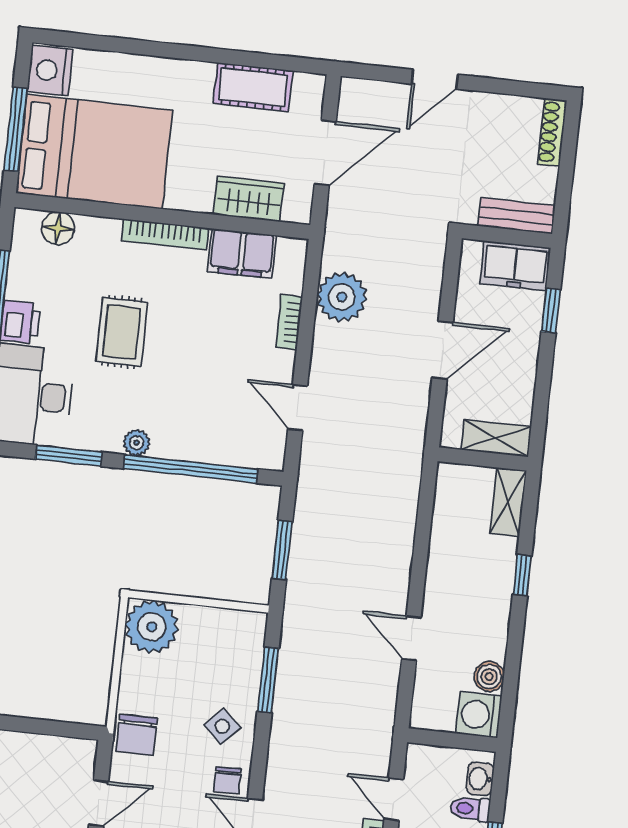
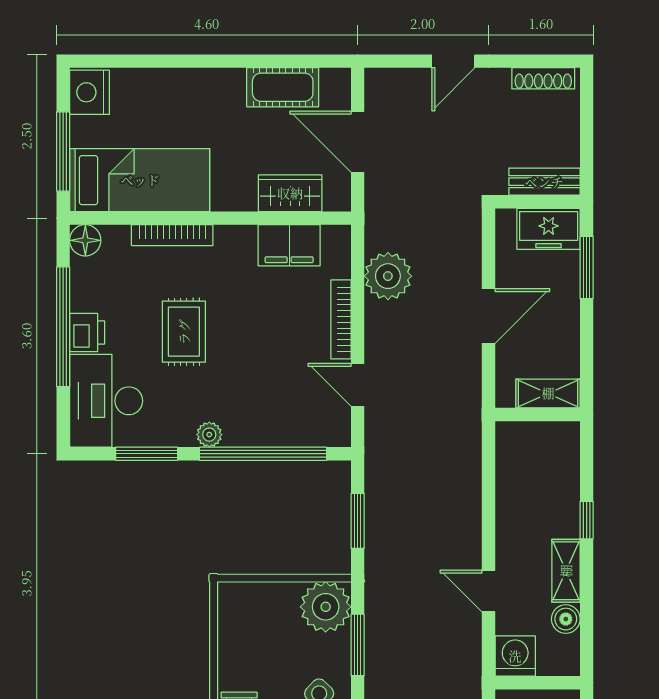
shoe rack: (552, 132) -> (543, 78), moved, turned -90
bed: (94, 152) -> (140, 180), width x0.67
door: (325, 153) -> (358, 142), swing flipped
floor lamp: (58, 228) -> (85, 240), moved
bookcase: (165, 234) -> (172, 235), moved
window: (551, 311) -> (587, 267), width x1.50
bookcase: (289, 322) -> (341, 319), width x1.56
shelving: (508, 502) -> (566, 571), moved
plant: (152, 627) -> (326, 607), moved
washing machine: (479, 715) -> (515, 656), moved, turned 90

